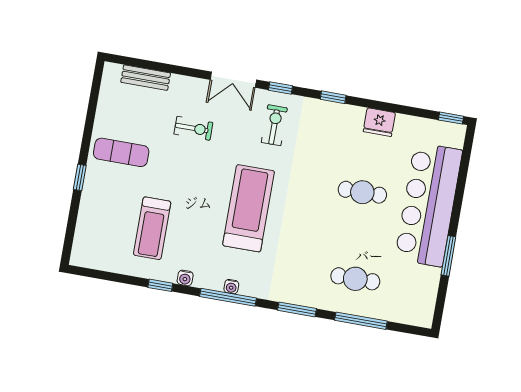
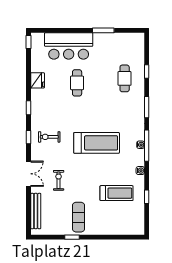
bench: (146, 78) -> (36, 211), width x1.36
double door: (233, 80) -> (28, 174), moved
window: (80, 177) -> (72, 237), moved
bar counter: (429, 205) -> (69, 46), width x0.73
treadmill: (249, 208) -> (97, 143), turned 180
window: (160, 285) -> (147, 197), moved
window: (361, 321) -> (147, 71), width x0.46

